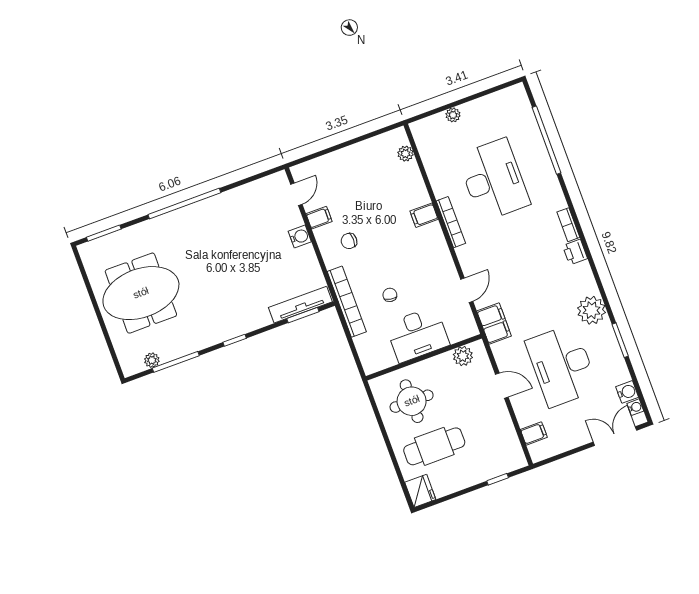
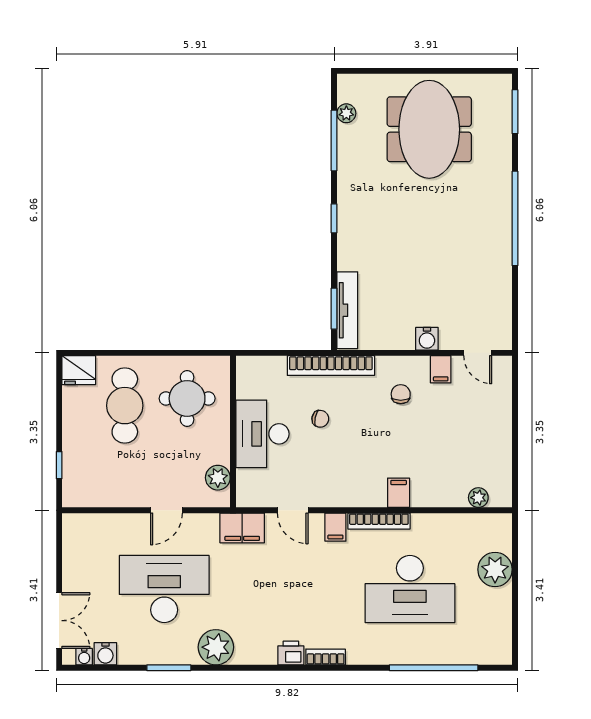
plant: (453, 115) -> (495, 569), width x1.88, depth x1.88
filing cabinet: (534, 433) -> (335, 527), moved

